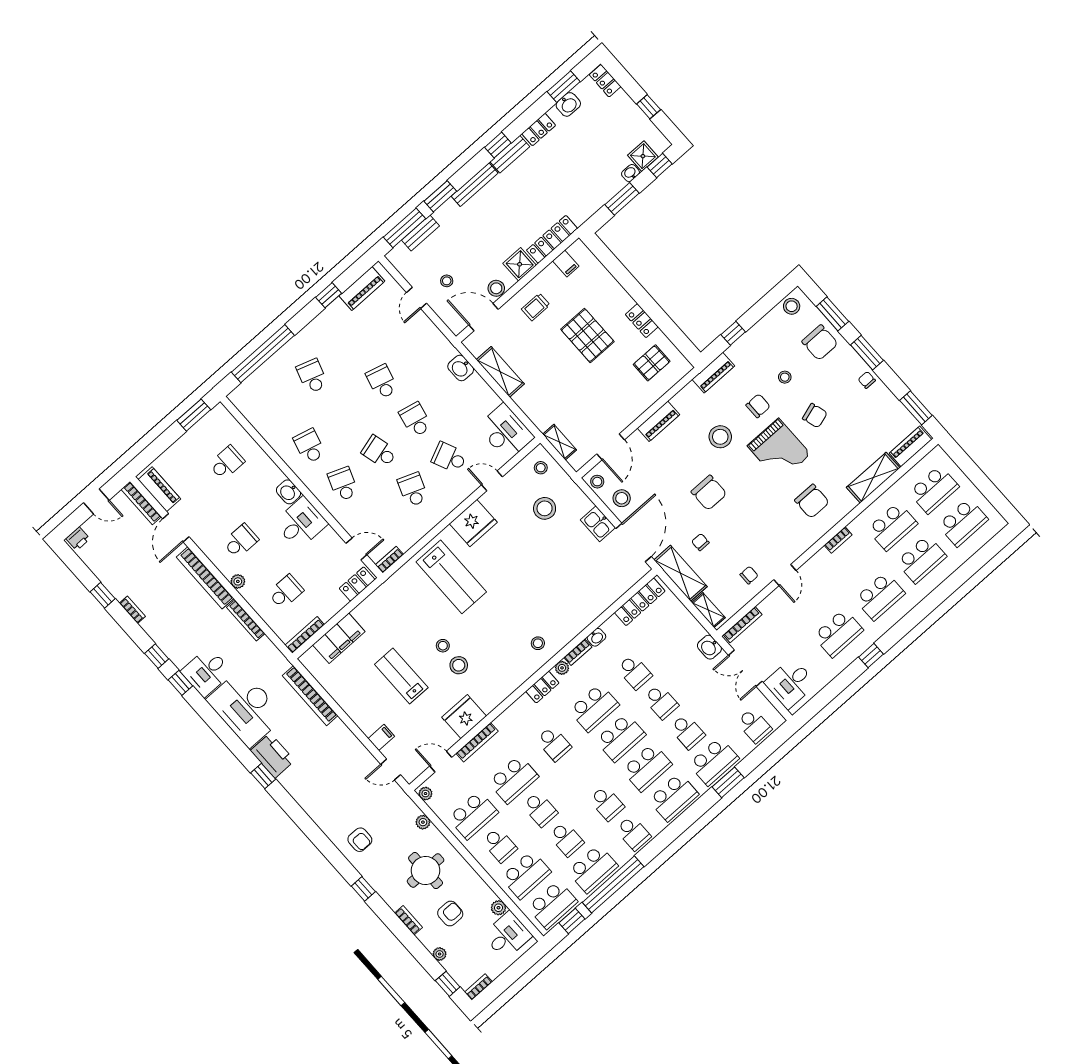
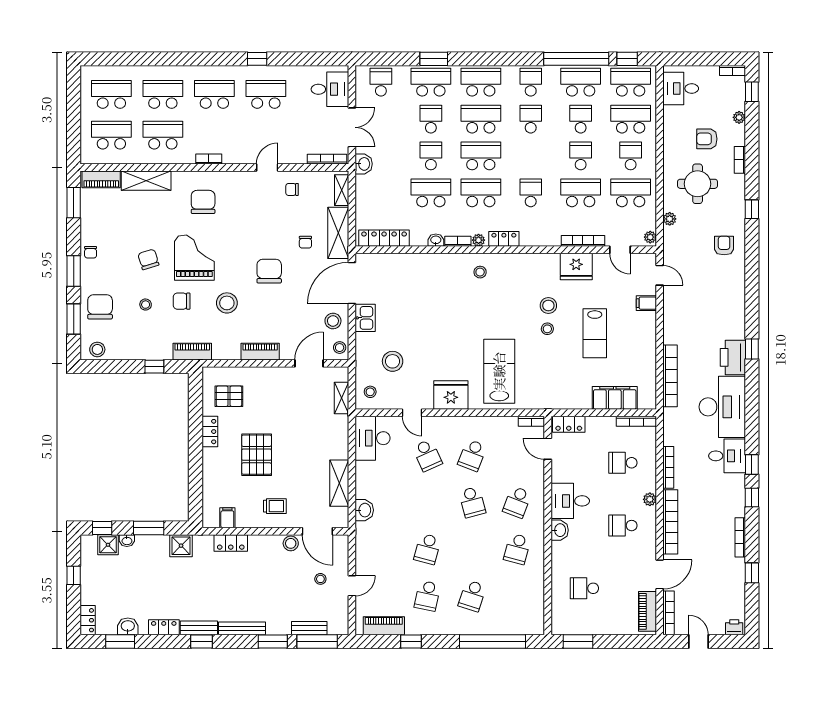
locker: (552, 239) -> (231, 543), width x0.66
shower: (520, 264) -> (181, 546), moved
school desk: (415, 420) -> (427, 596), moved
bookcase: (132, 610) -> (740, 537), width x1.56
school desk: (634, 672) -> (431, 193), width x1.85
plant: (498, 908) -> (670, 113), removed

